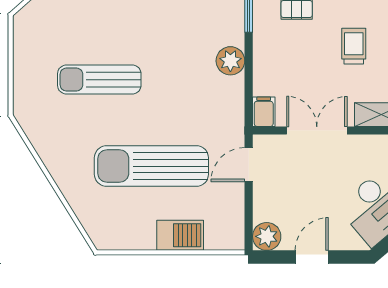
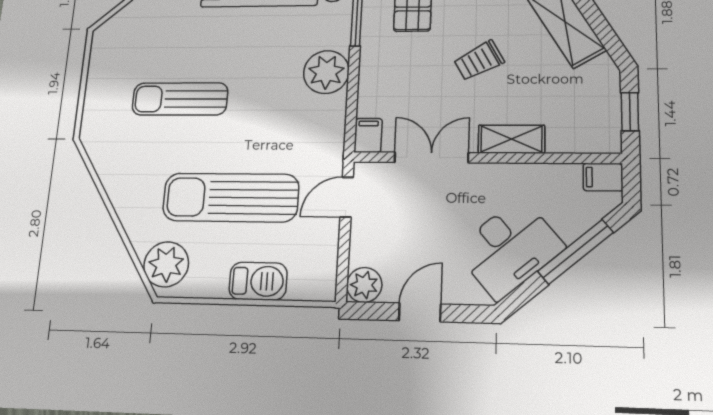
trolley: (354, 46) -> (479, 61), turned -119
plant: (230, 61) -> (326, 72), width x1.36, depth x1.36
plant: (102, 223) -> (166, 264), added

